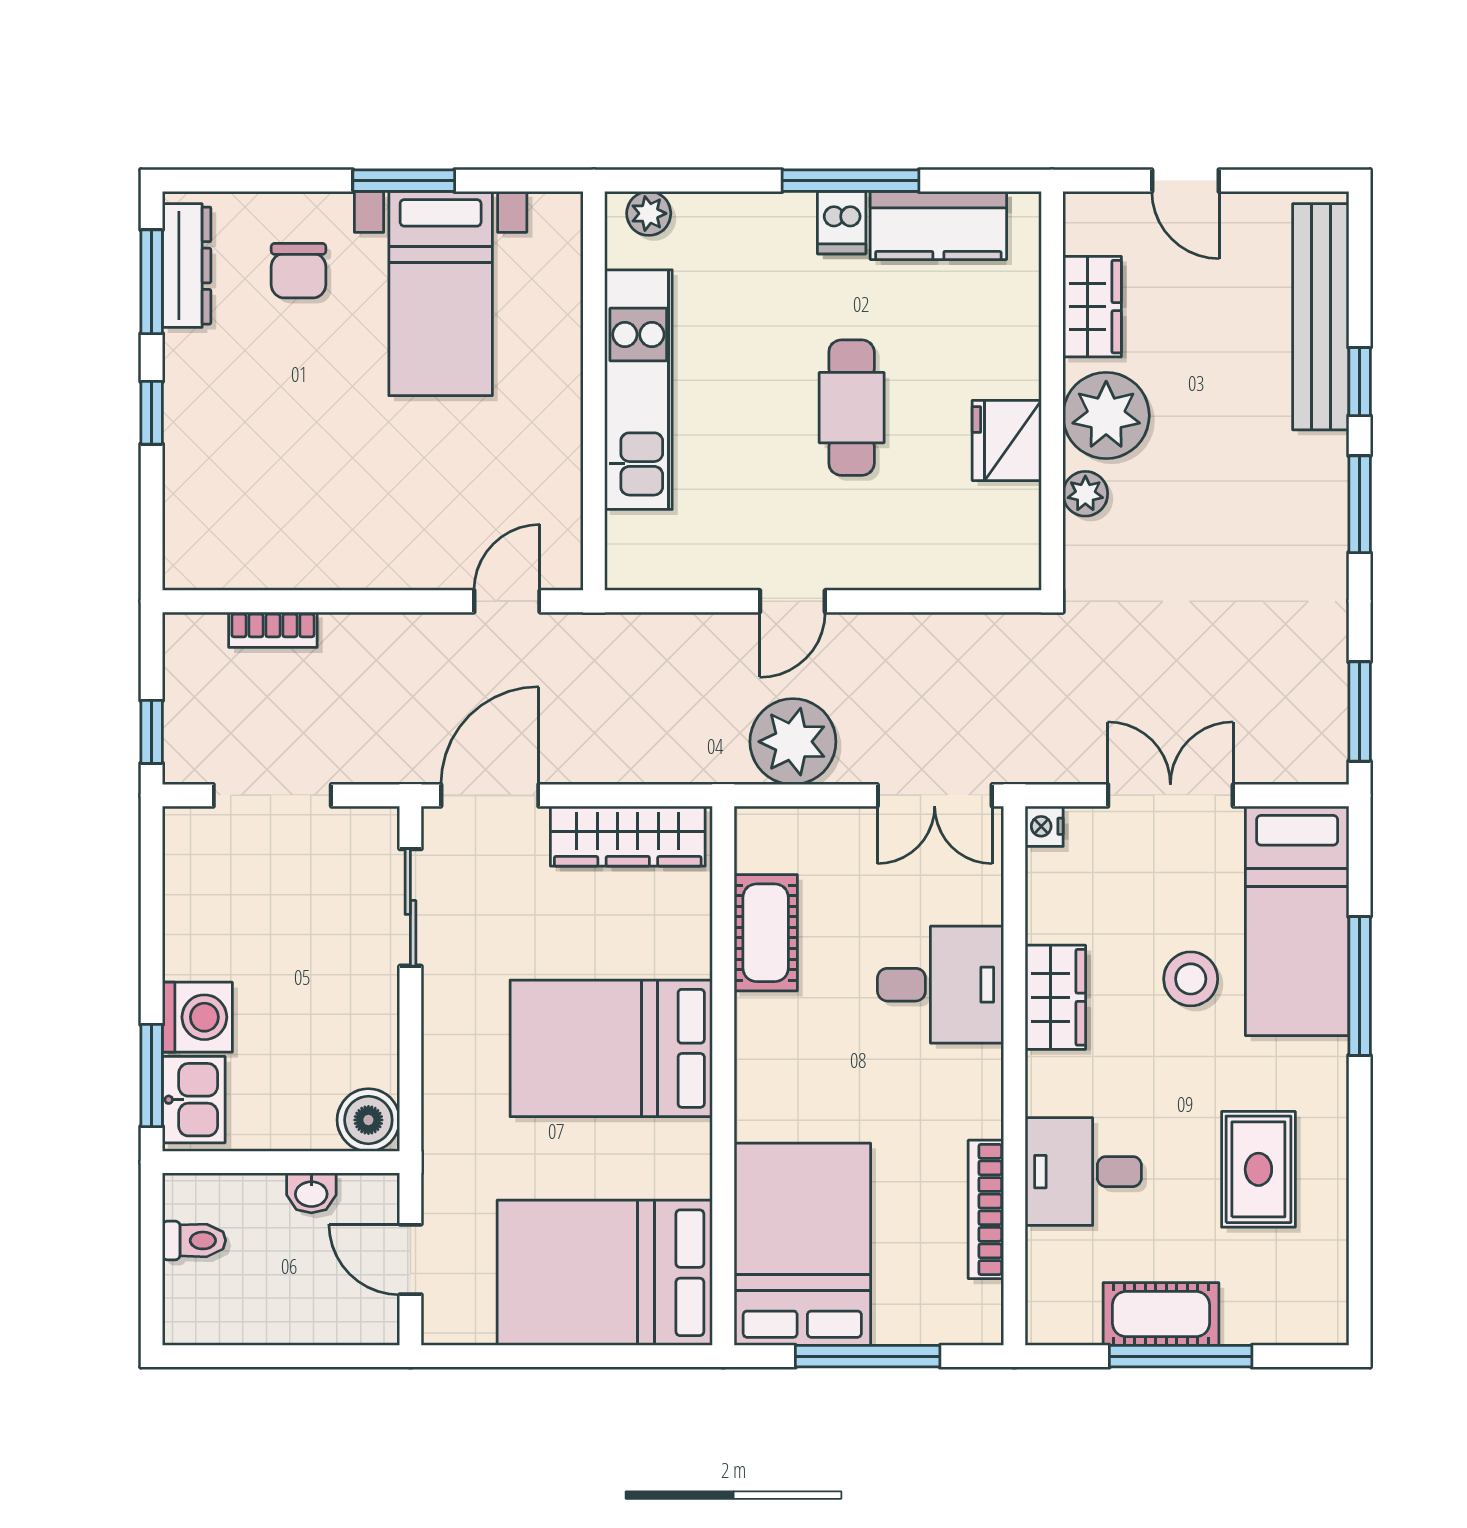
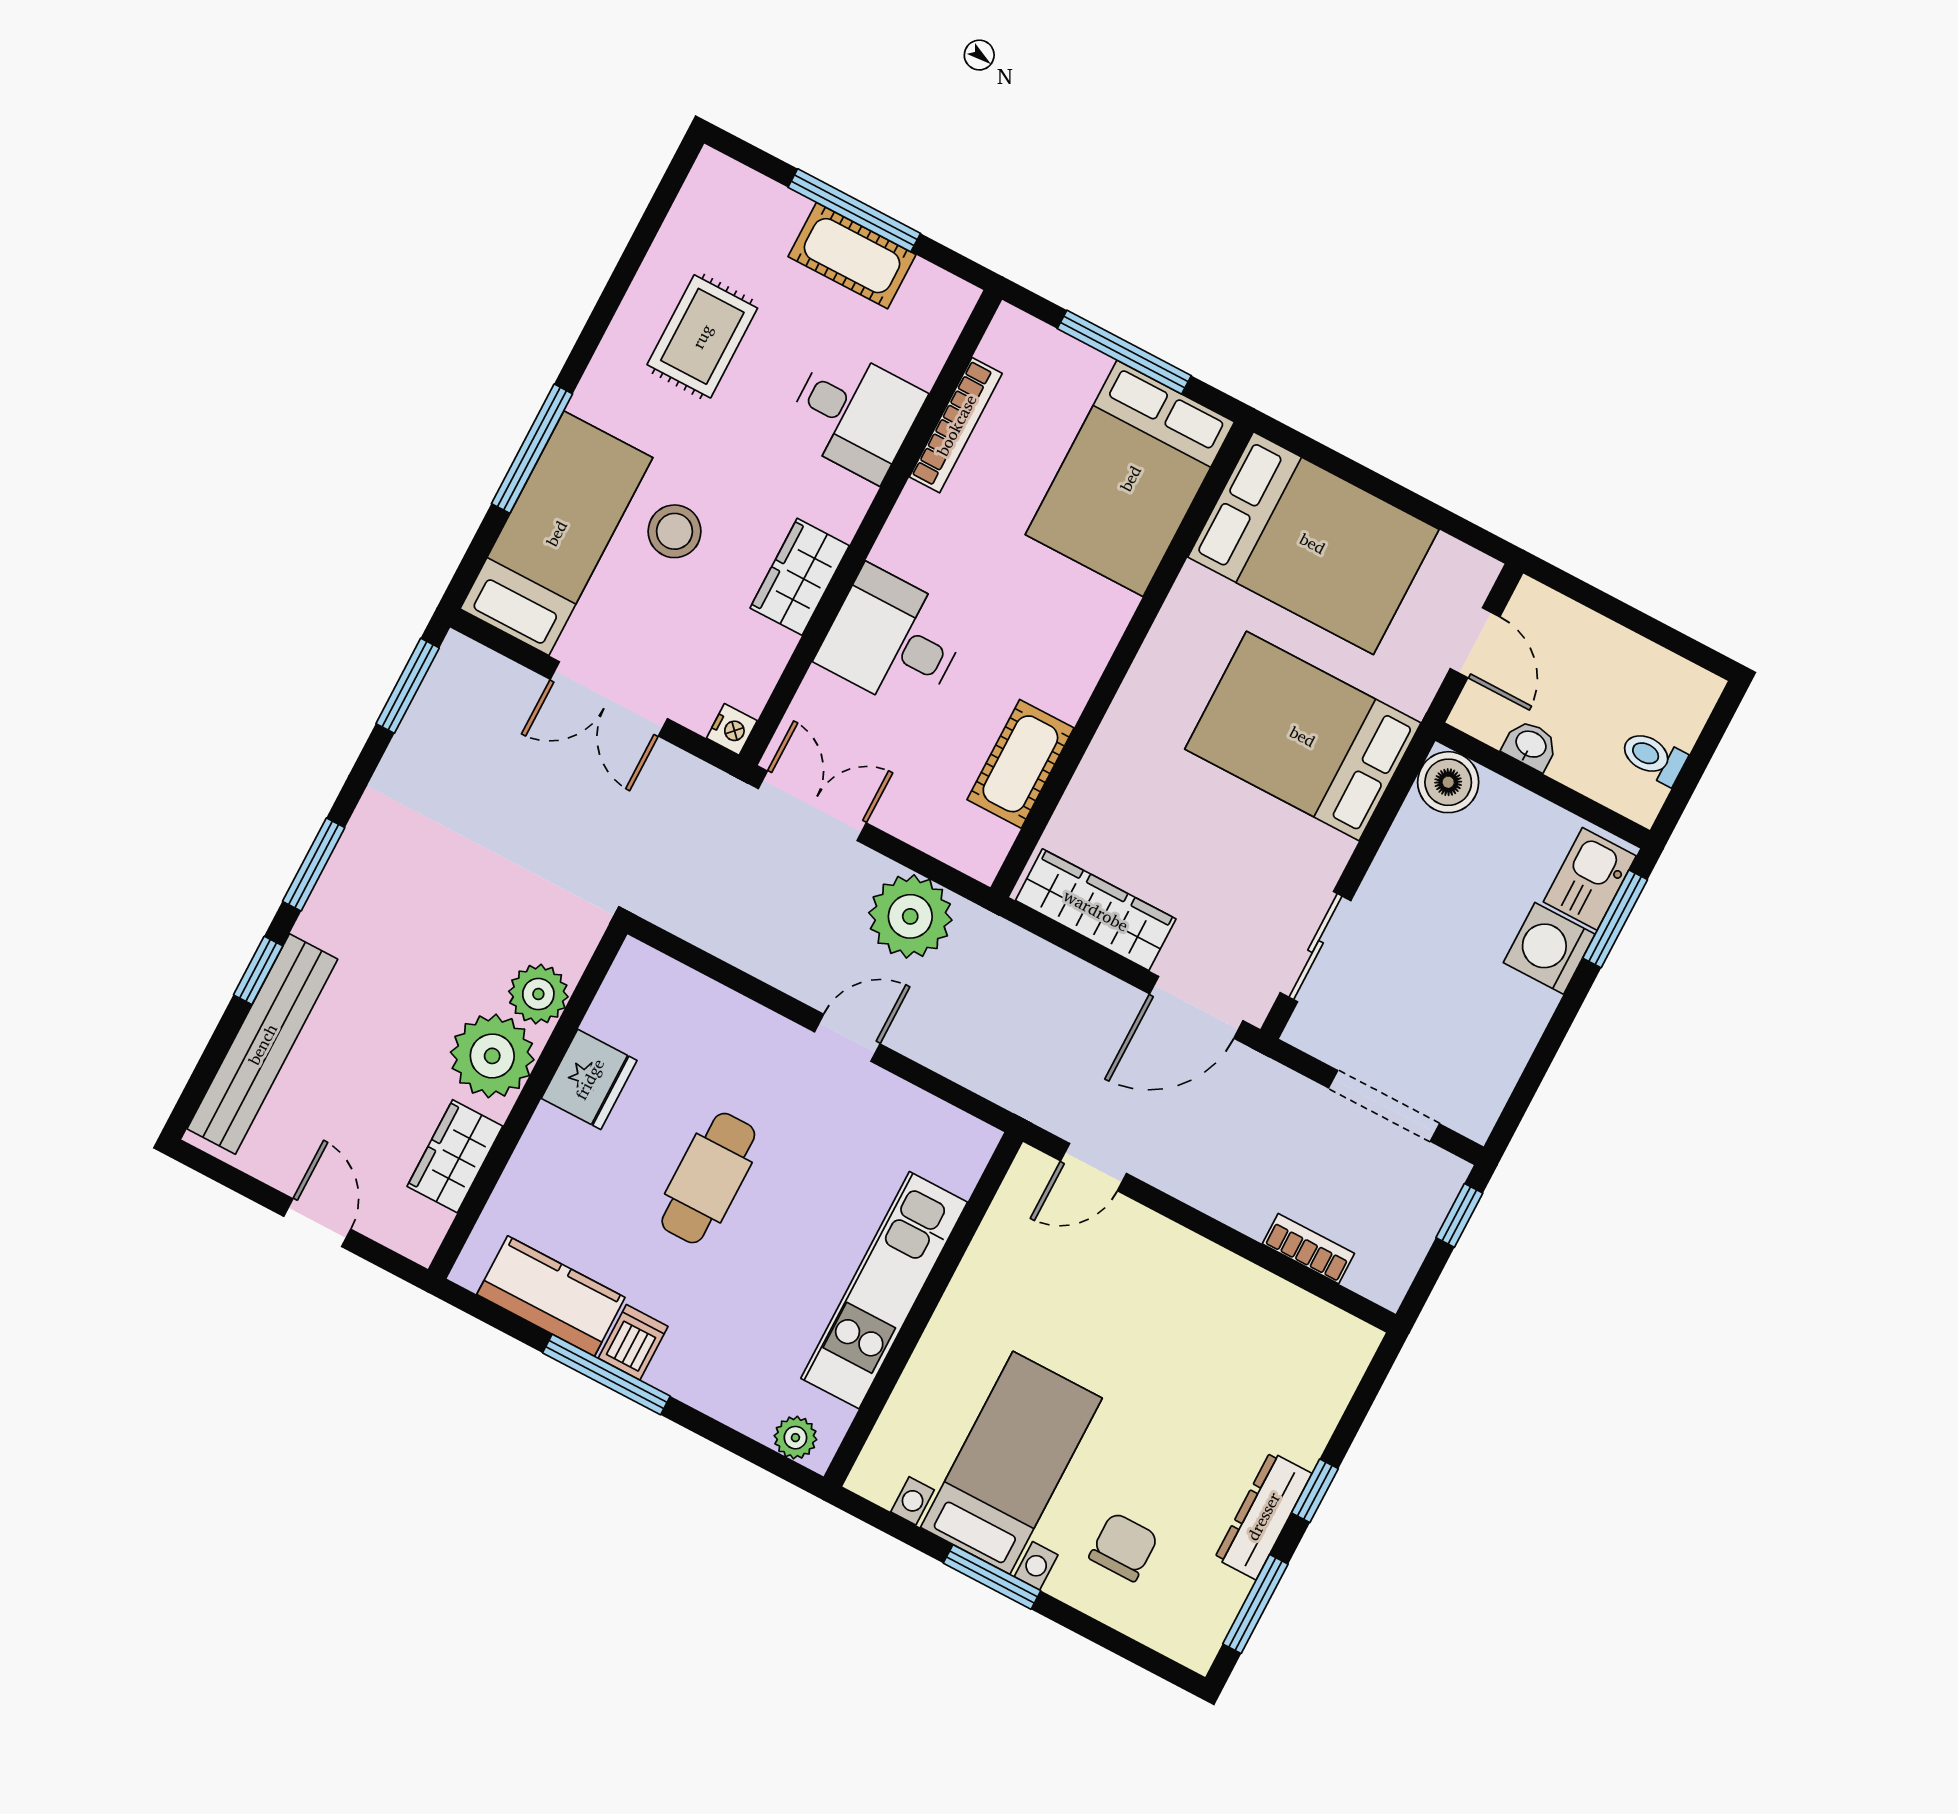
dresser: (187, 266) -> (1263, 1516), moved
plant: (1085, 494) -> (538, 994), width x1.38, depth x1.38
bed: (611, 1048) -> (1303, 736), moved, turned 180

